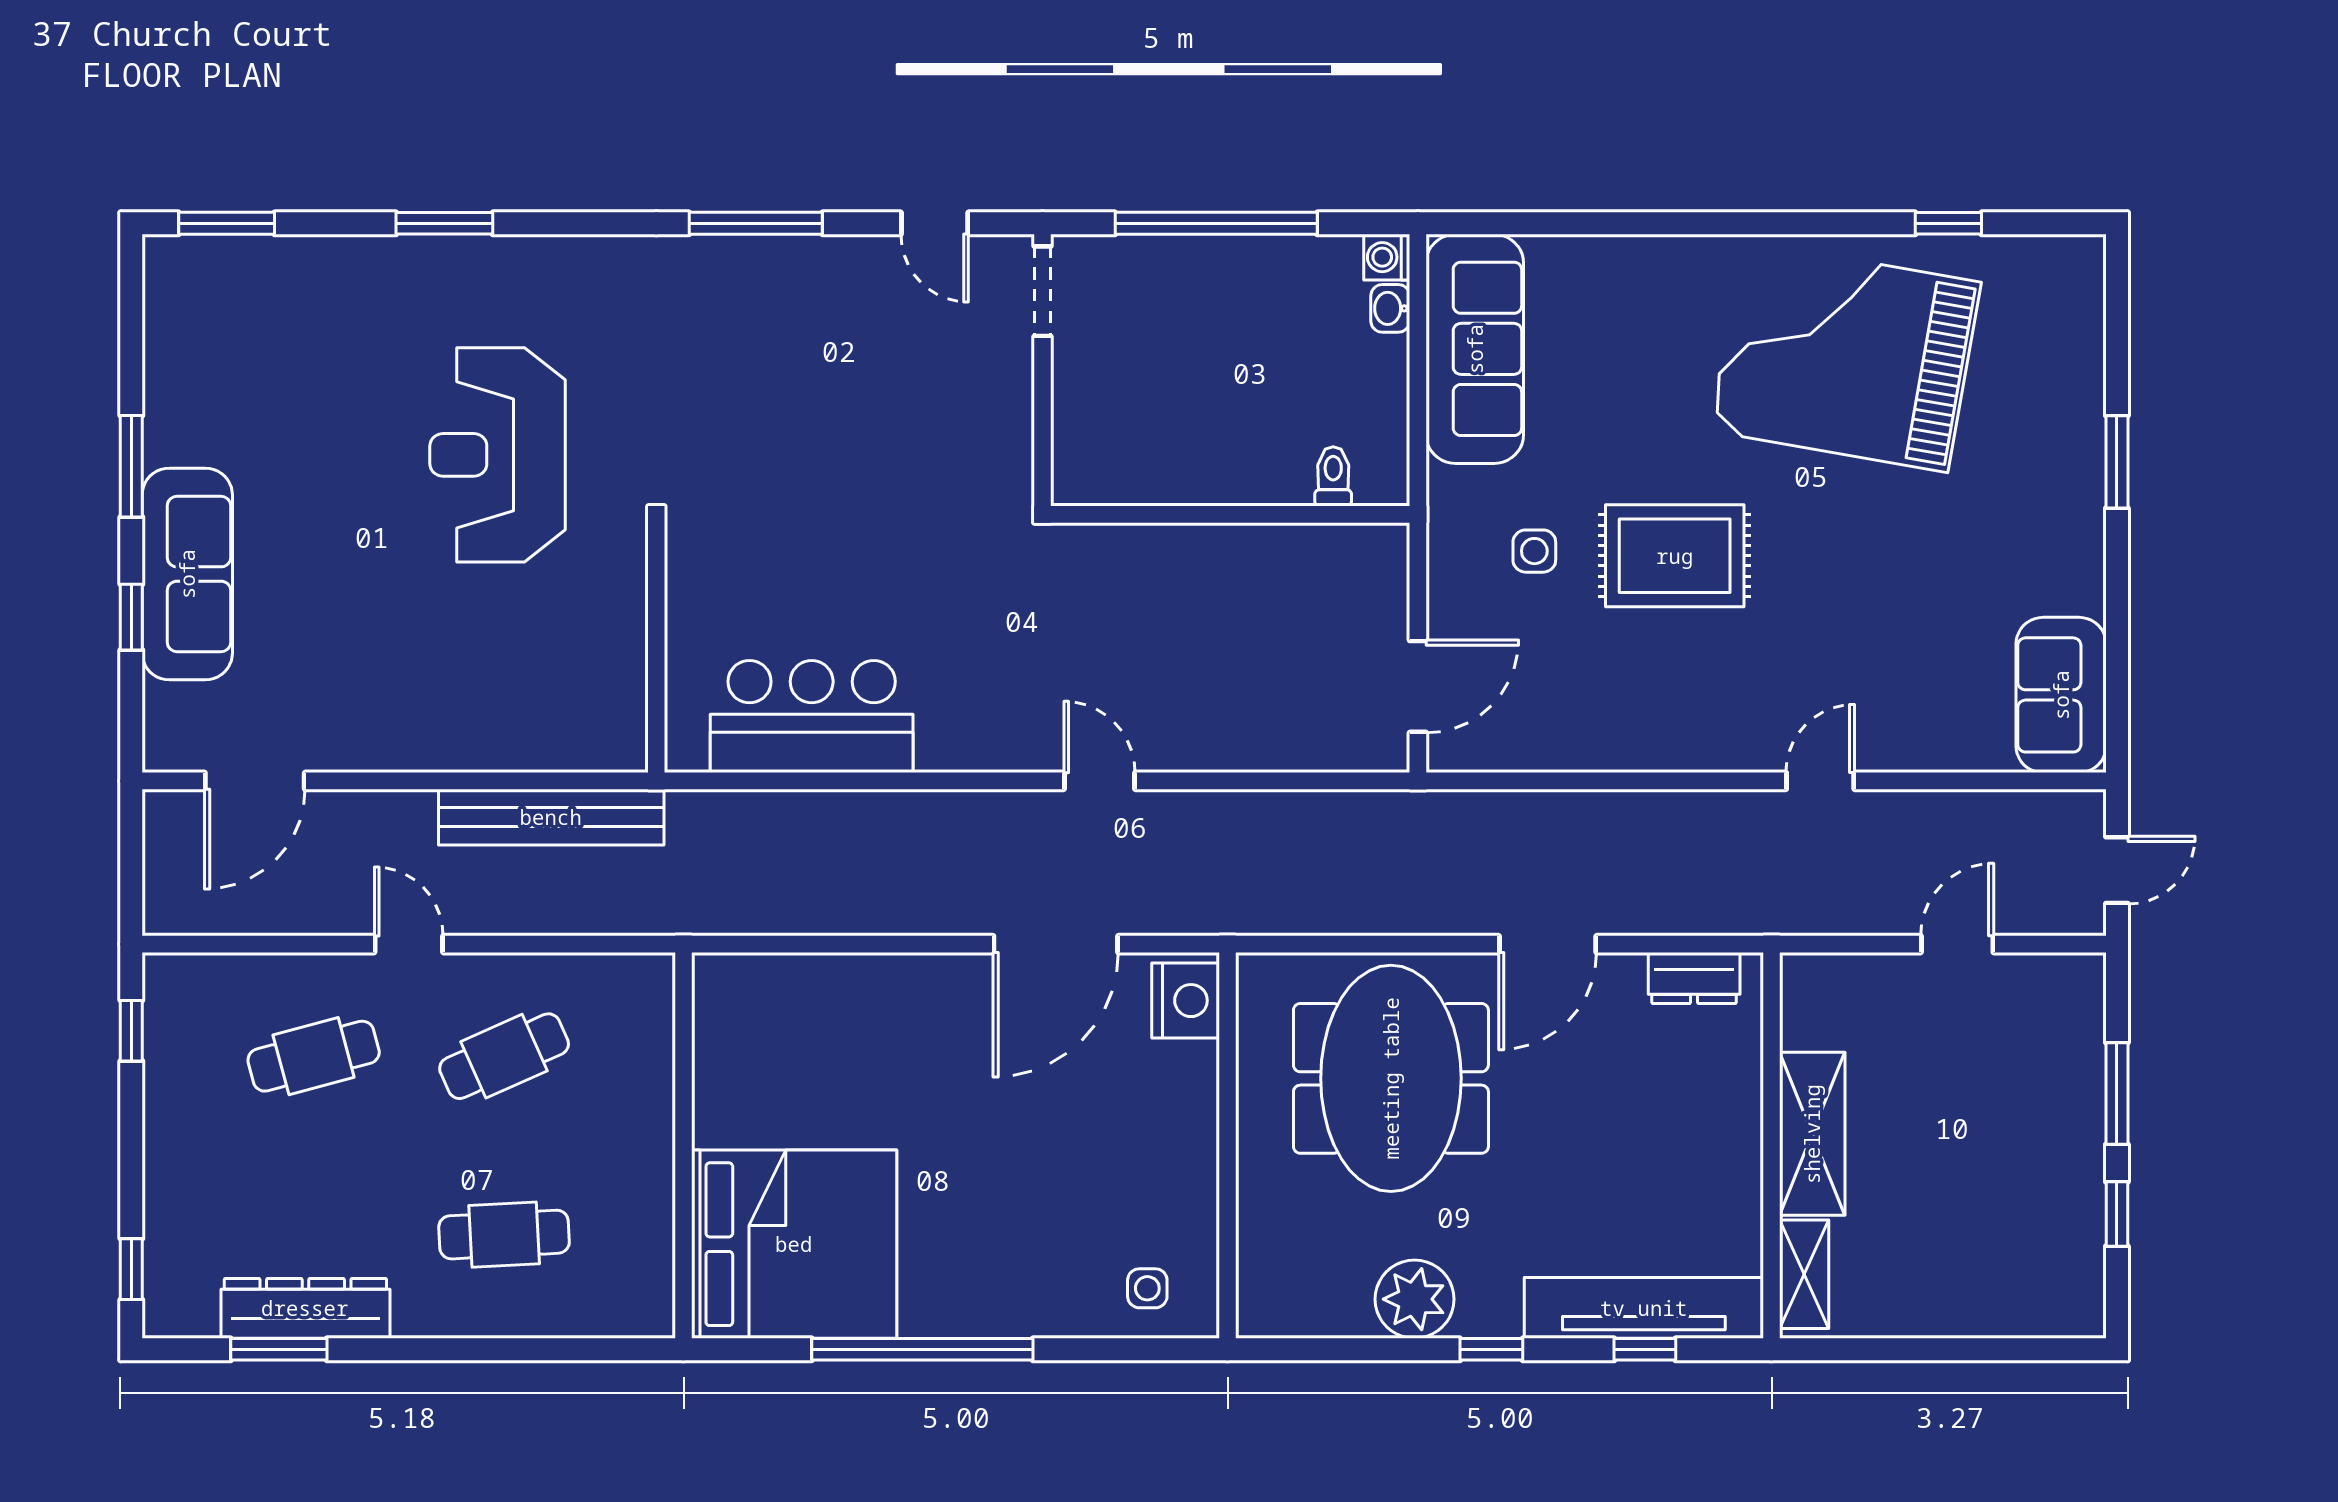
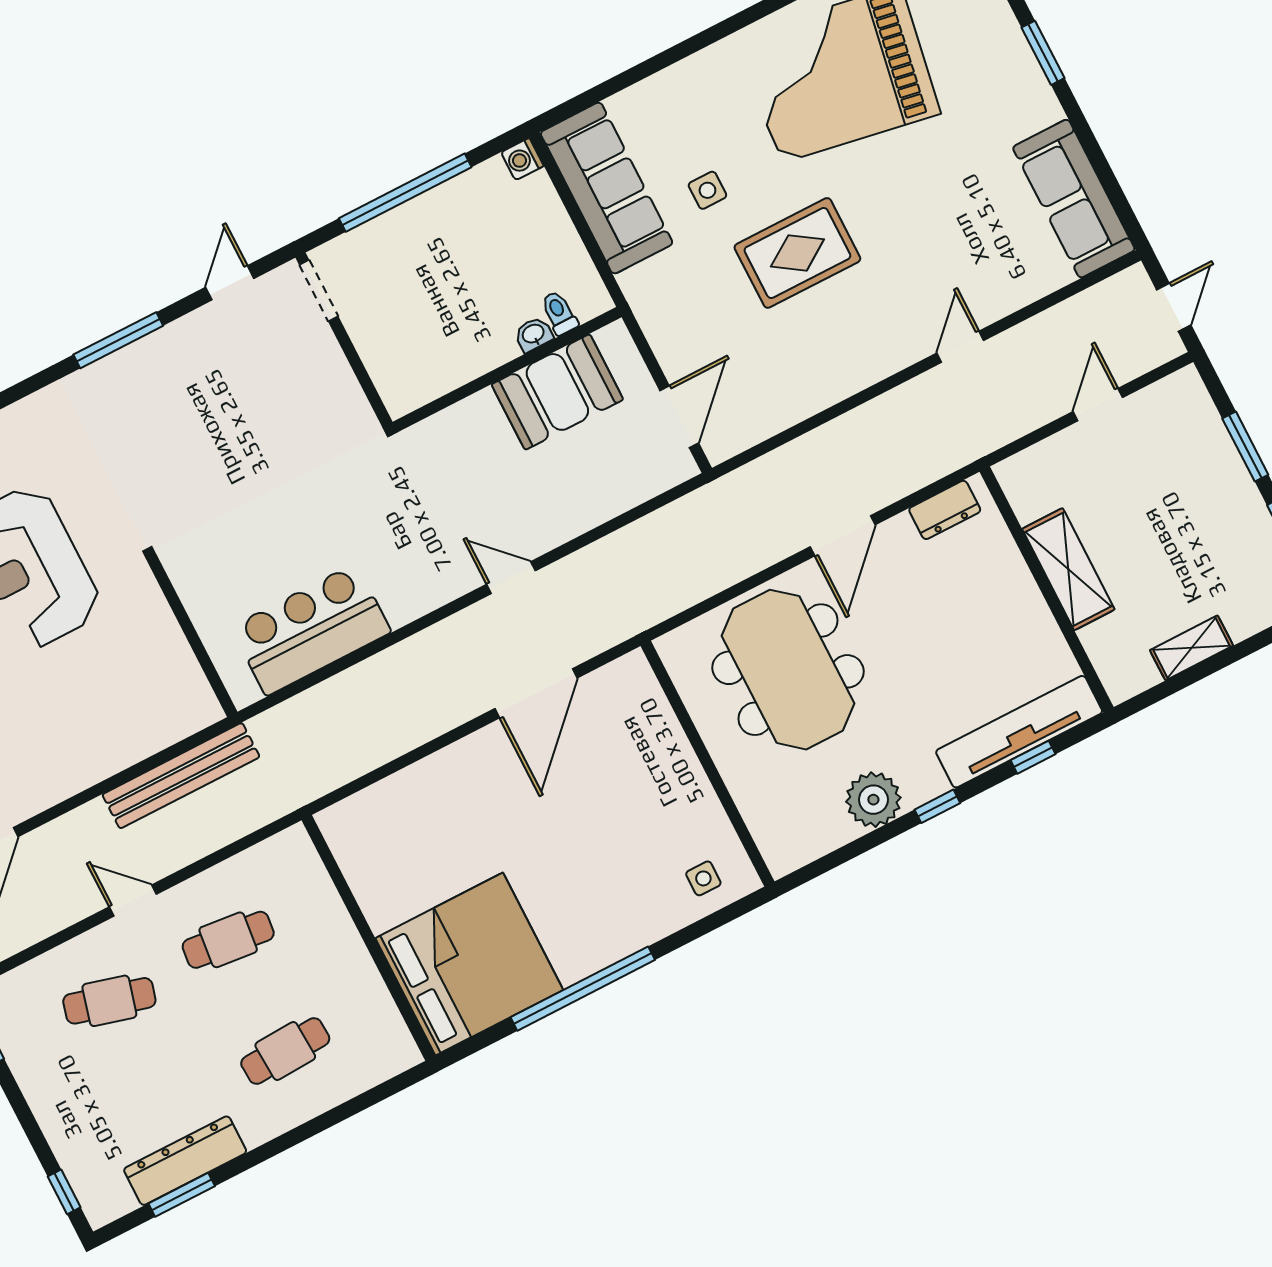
door: (935, 223) -> (230, 283), swing flipped
washbasin: (1390, 308) -> (533, 334), moved, turned 90
side table: (1534, 551) -> (707, 190), moved
booth: (1279, 576) -> (557, 392), added
sofa: (2061, 695) -> (1074, 199), width x1.36
nightstand: (1186, 1001) -> (635, 687), removed
cafe table: (314, 1056) -> (109, 1001), turned 30
cafe table: (504, 1056) -> (228, 940), turned 30
shelving: (1804, 1274) -> (1191, 648), moved, turned 90

